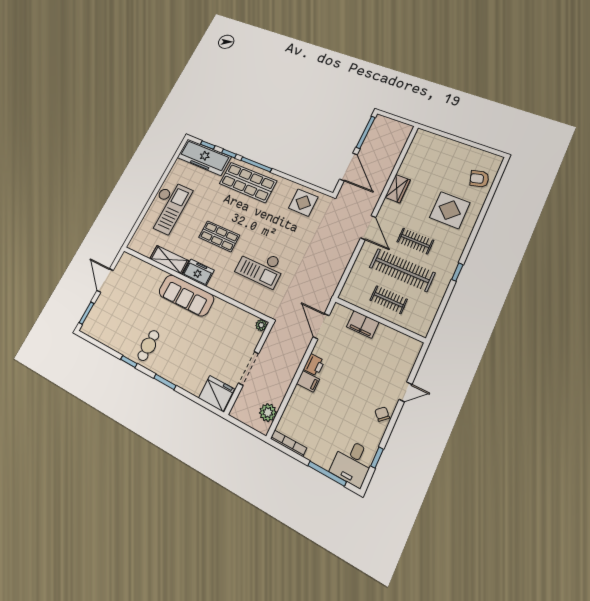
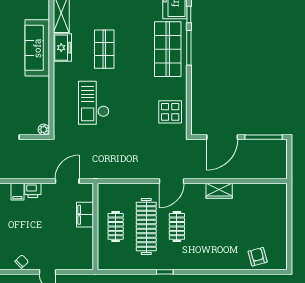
display table: (450, 210) -> (218, 244), removed

